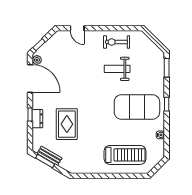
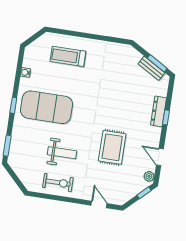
door: (30, 79) -> (160, 157), width x0.53
dresser: (37, 119) -> (159, 111), width x1.44
rug: (67, 124) -> (112, 147), moved
treadmill: (125, 155) -> (68, 56), width x0.73, depth x0.73

